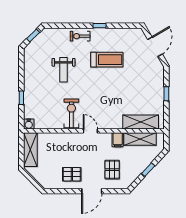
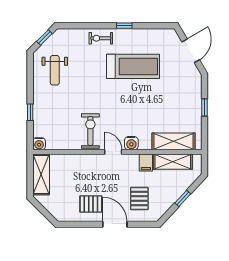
treadmill: (107, 60) -> (133, 66), width x1.37, depth x1.38
weight bench: (64, 70) -> (55, 70), moved
water cooler: (106, 124) -> (131, 143), added
door: (92, 191) -> (115, 224), swing flipped

